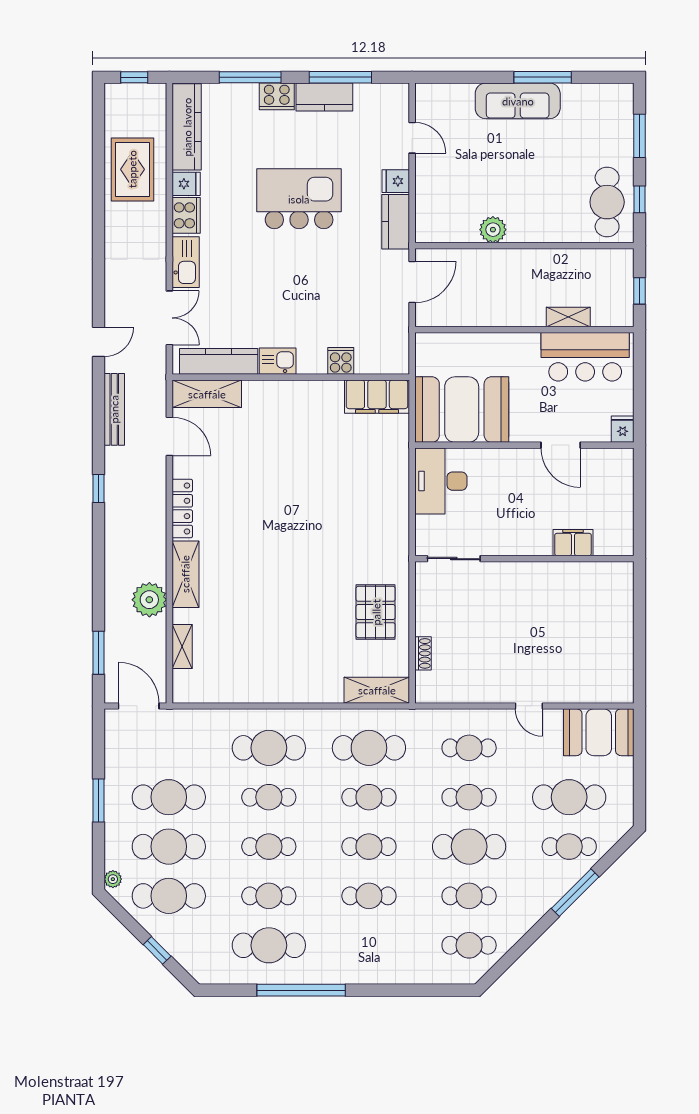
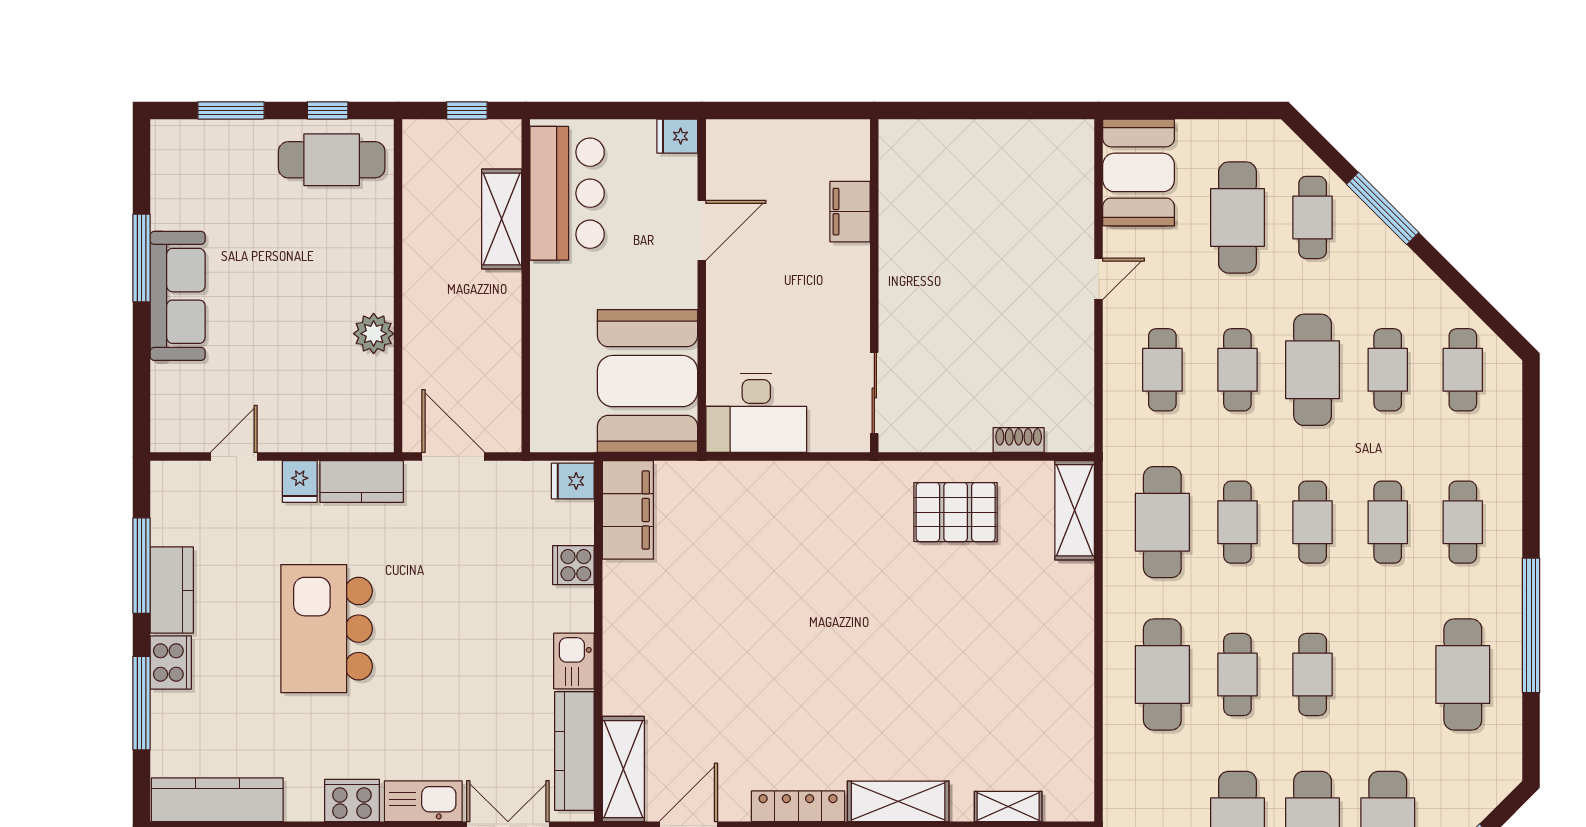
fridge: (186, 184) -> (573, 481), moved, turned -90
shelving: (568, 317) -> (502, 219), width x1.50, depth x1.33
cafe table: (269, 896) -> (1463, 522), moved

